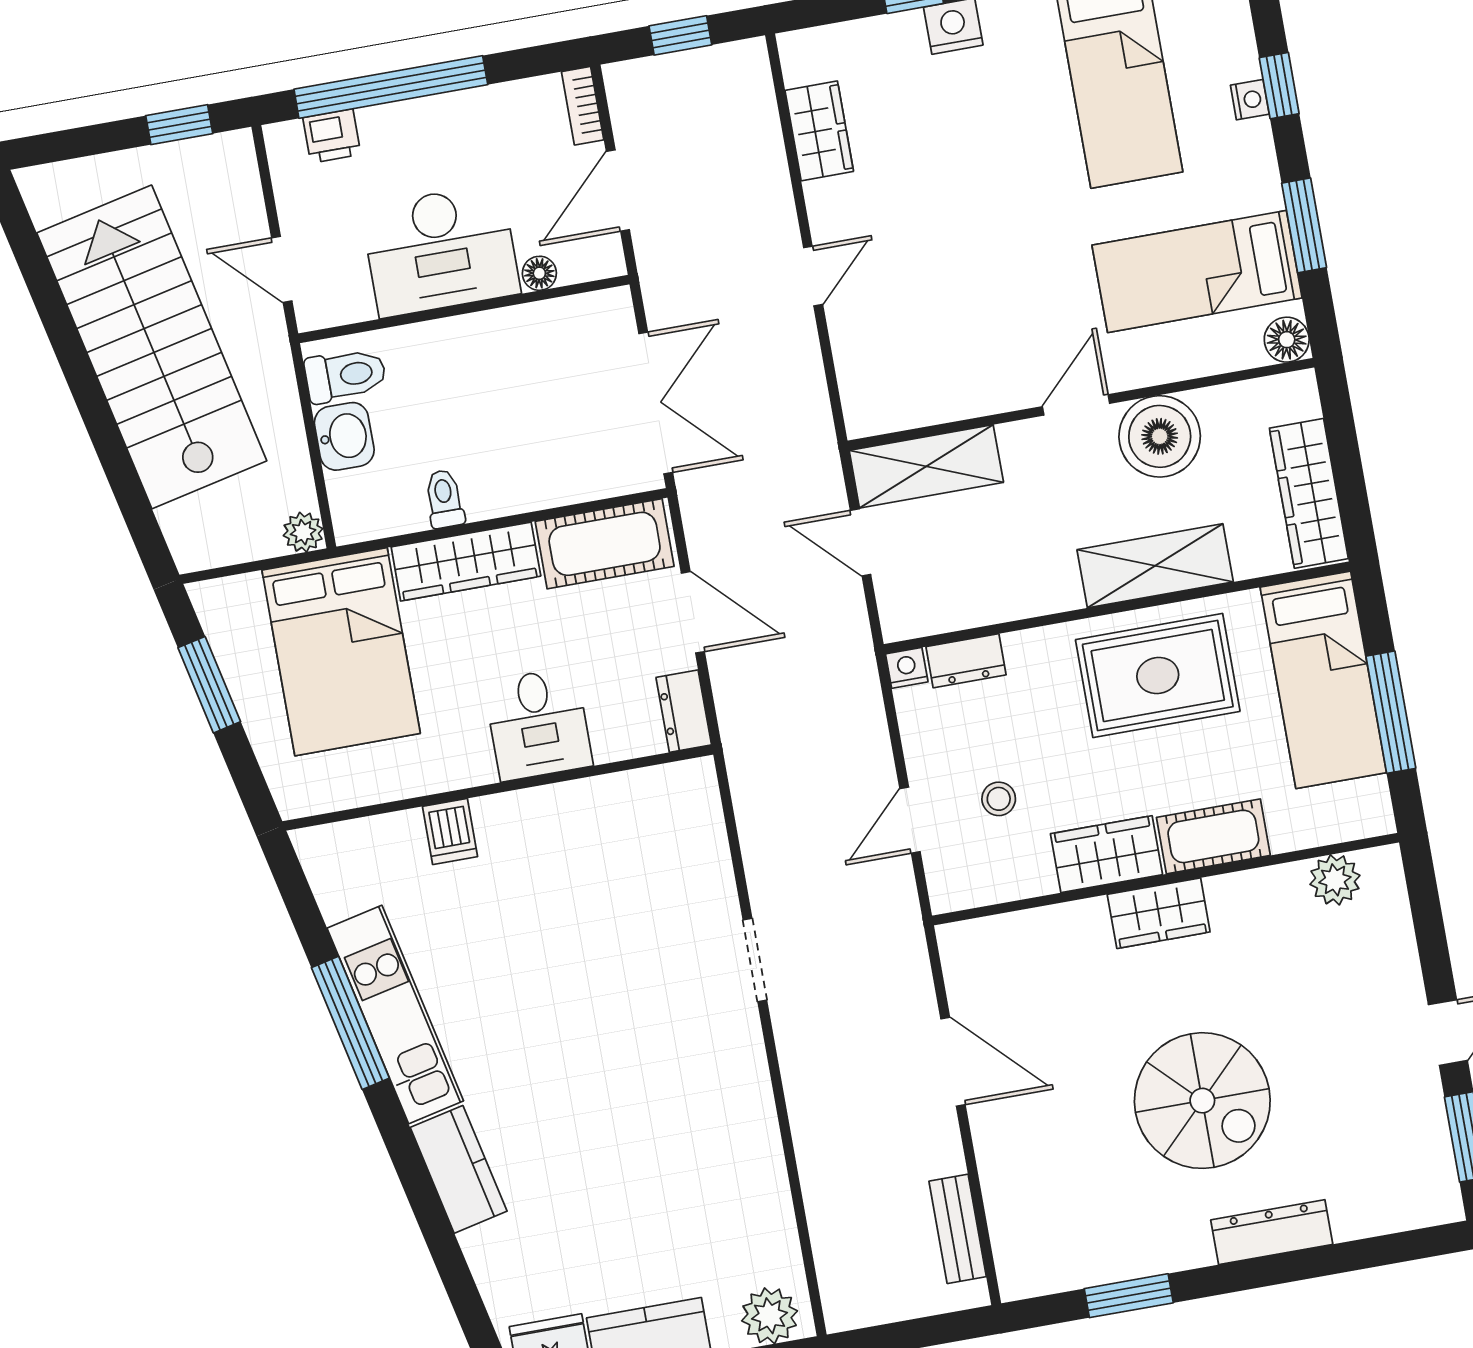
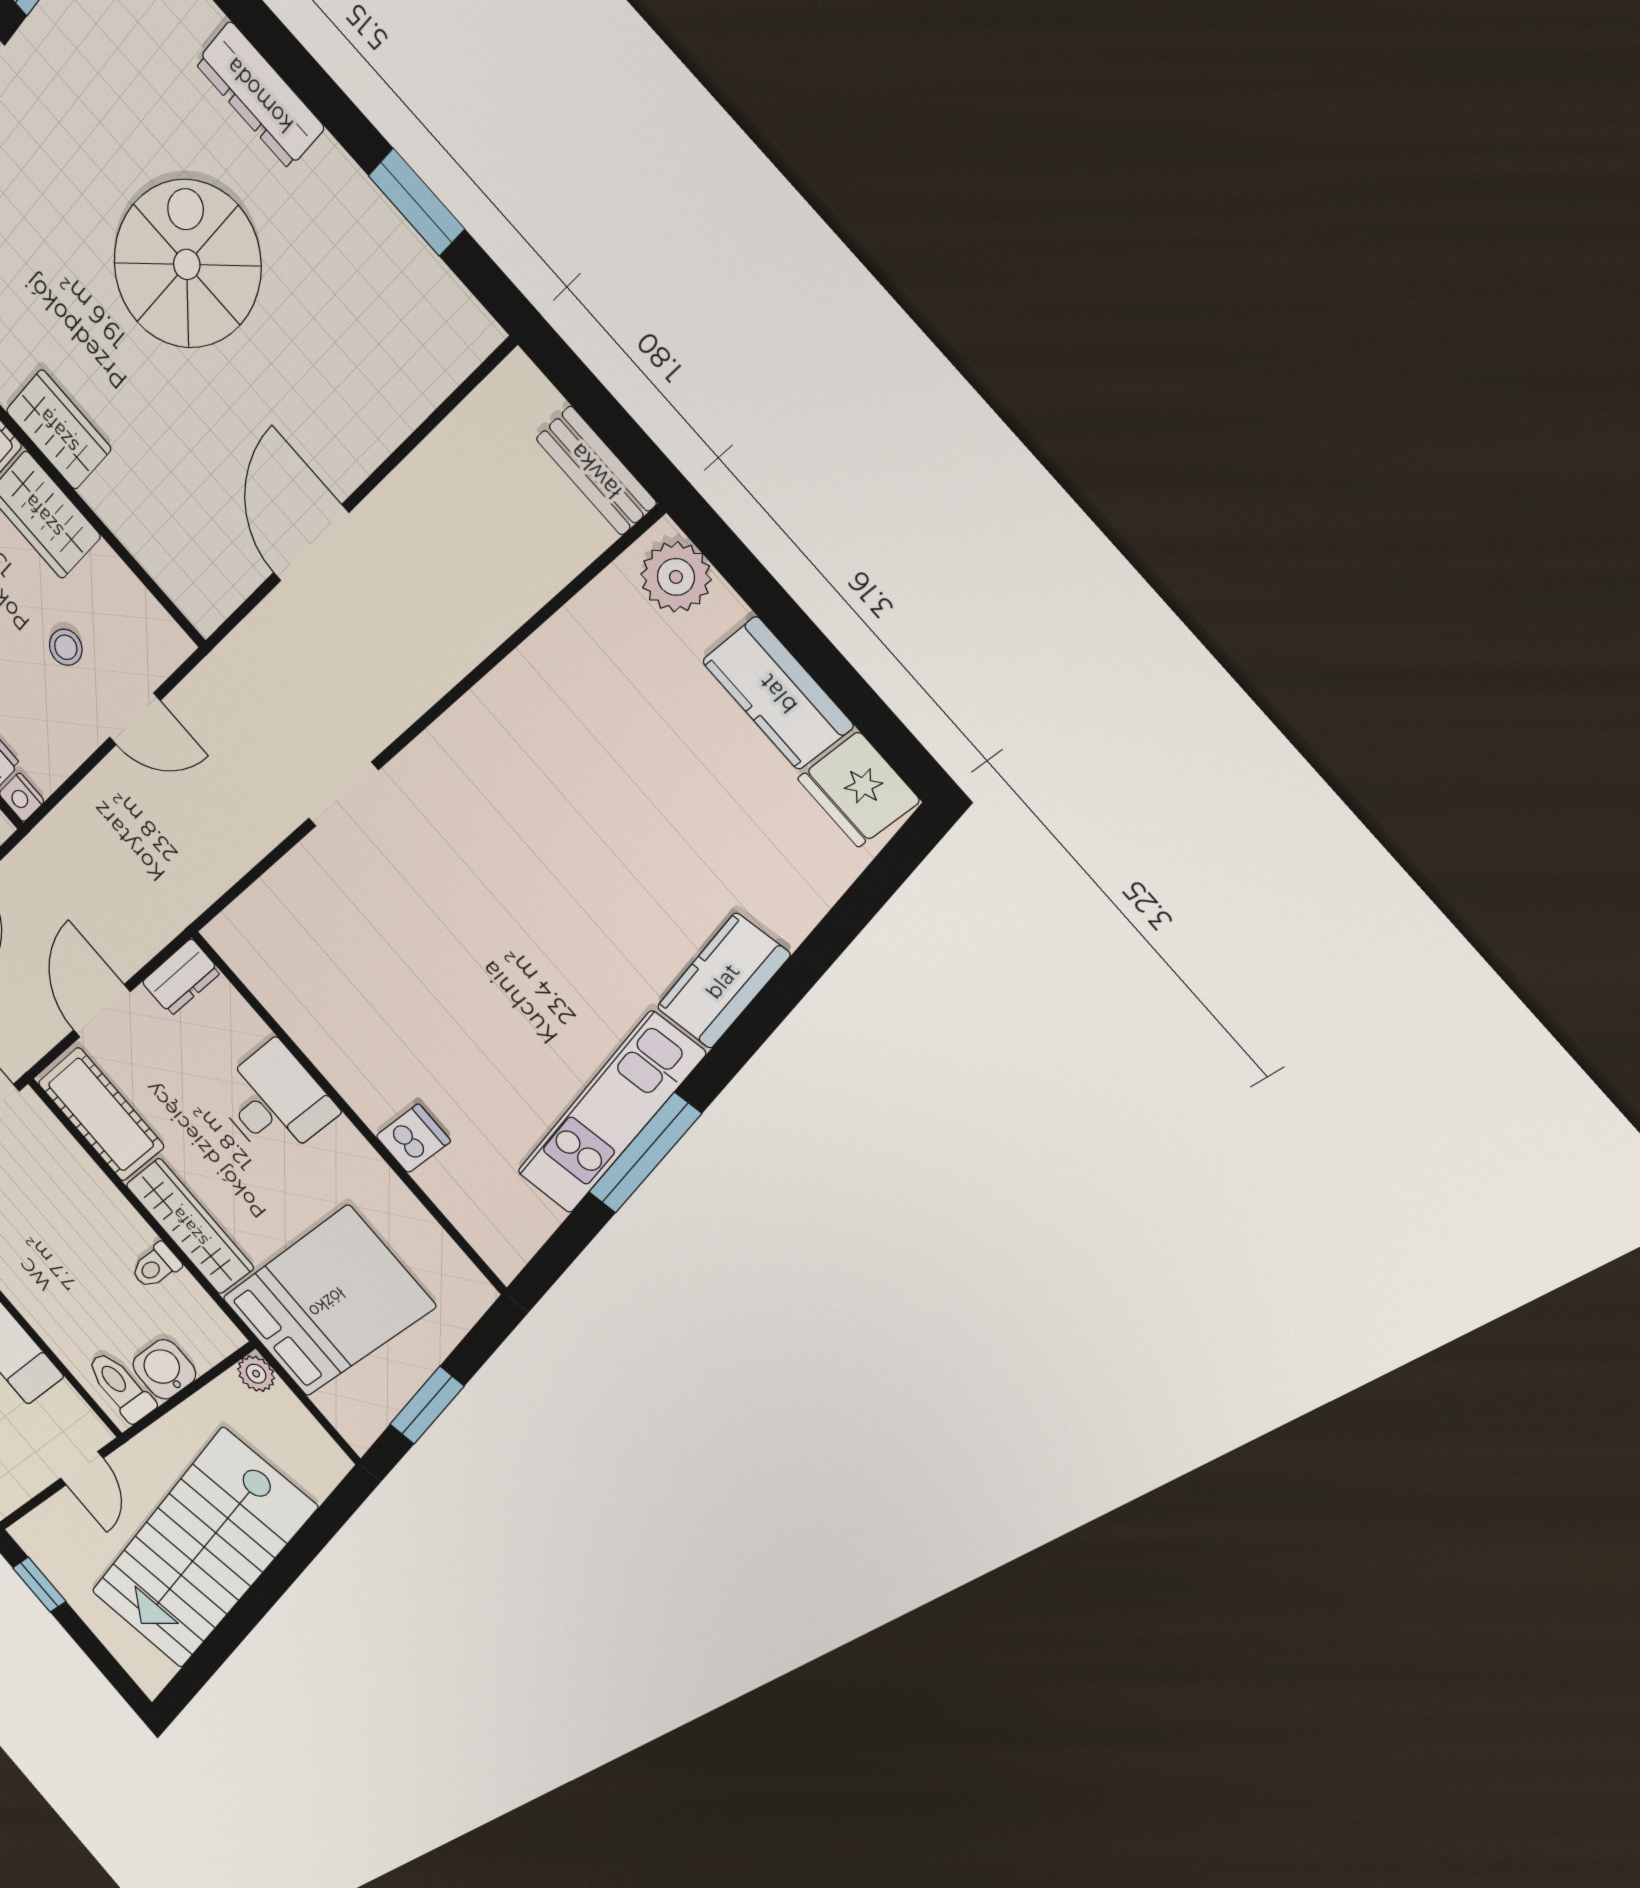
bench: (958, 1229) -> (596, 471), moved, turned 90

